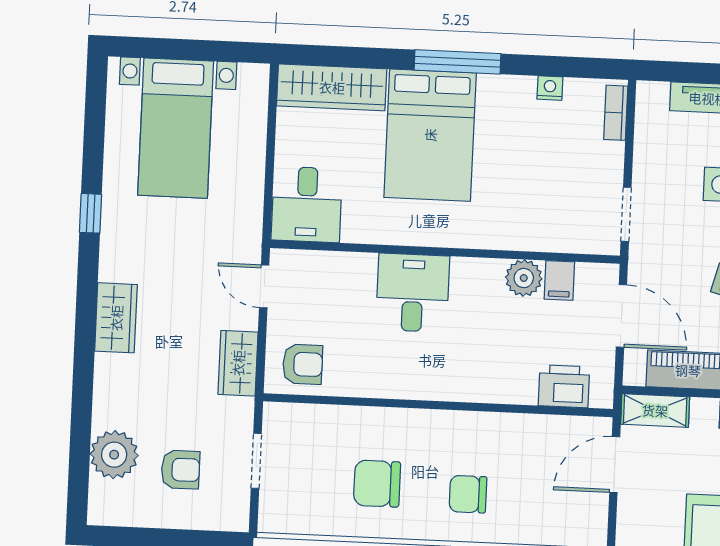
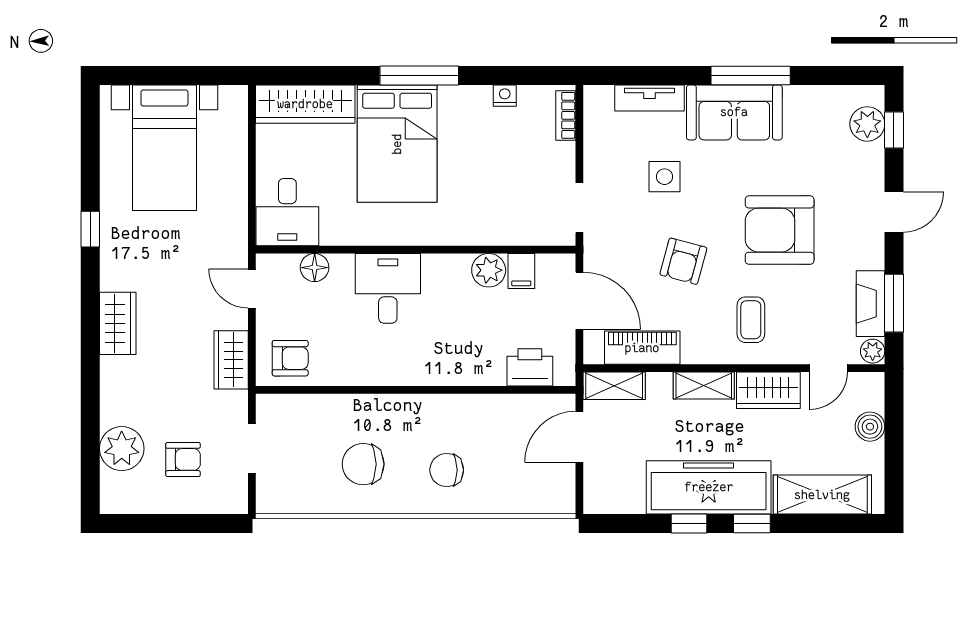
floor lamp: (334, 266) -> (315, 268), added

